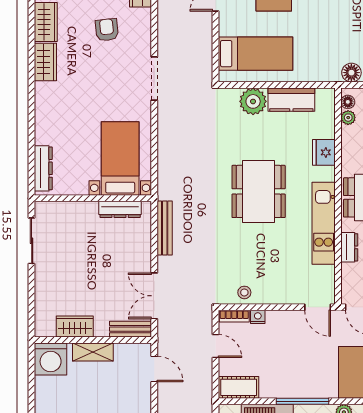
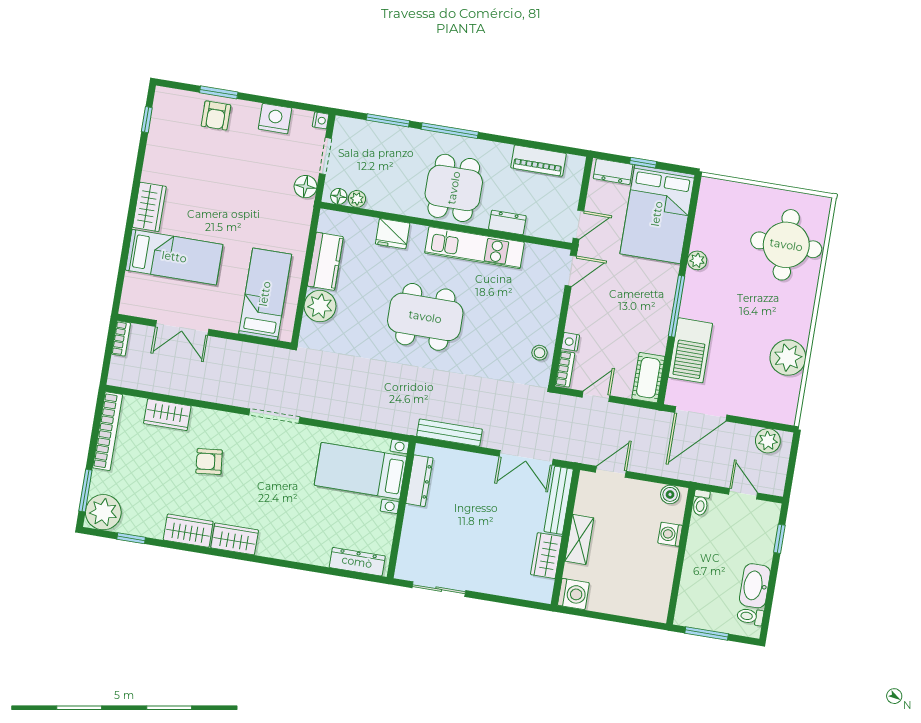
bench: (130, 329) -> (559, 500), width x1.36
washing machine: (51, 359) -> (573, 594), width x0.73, depth x0.73

